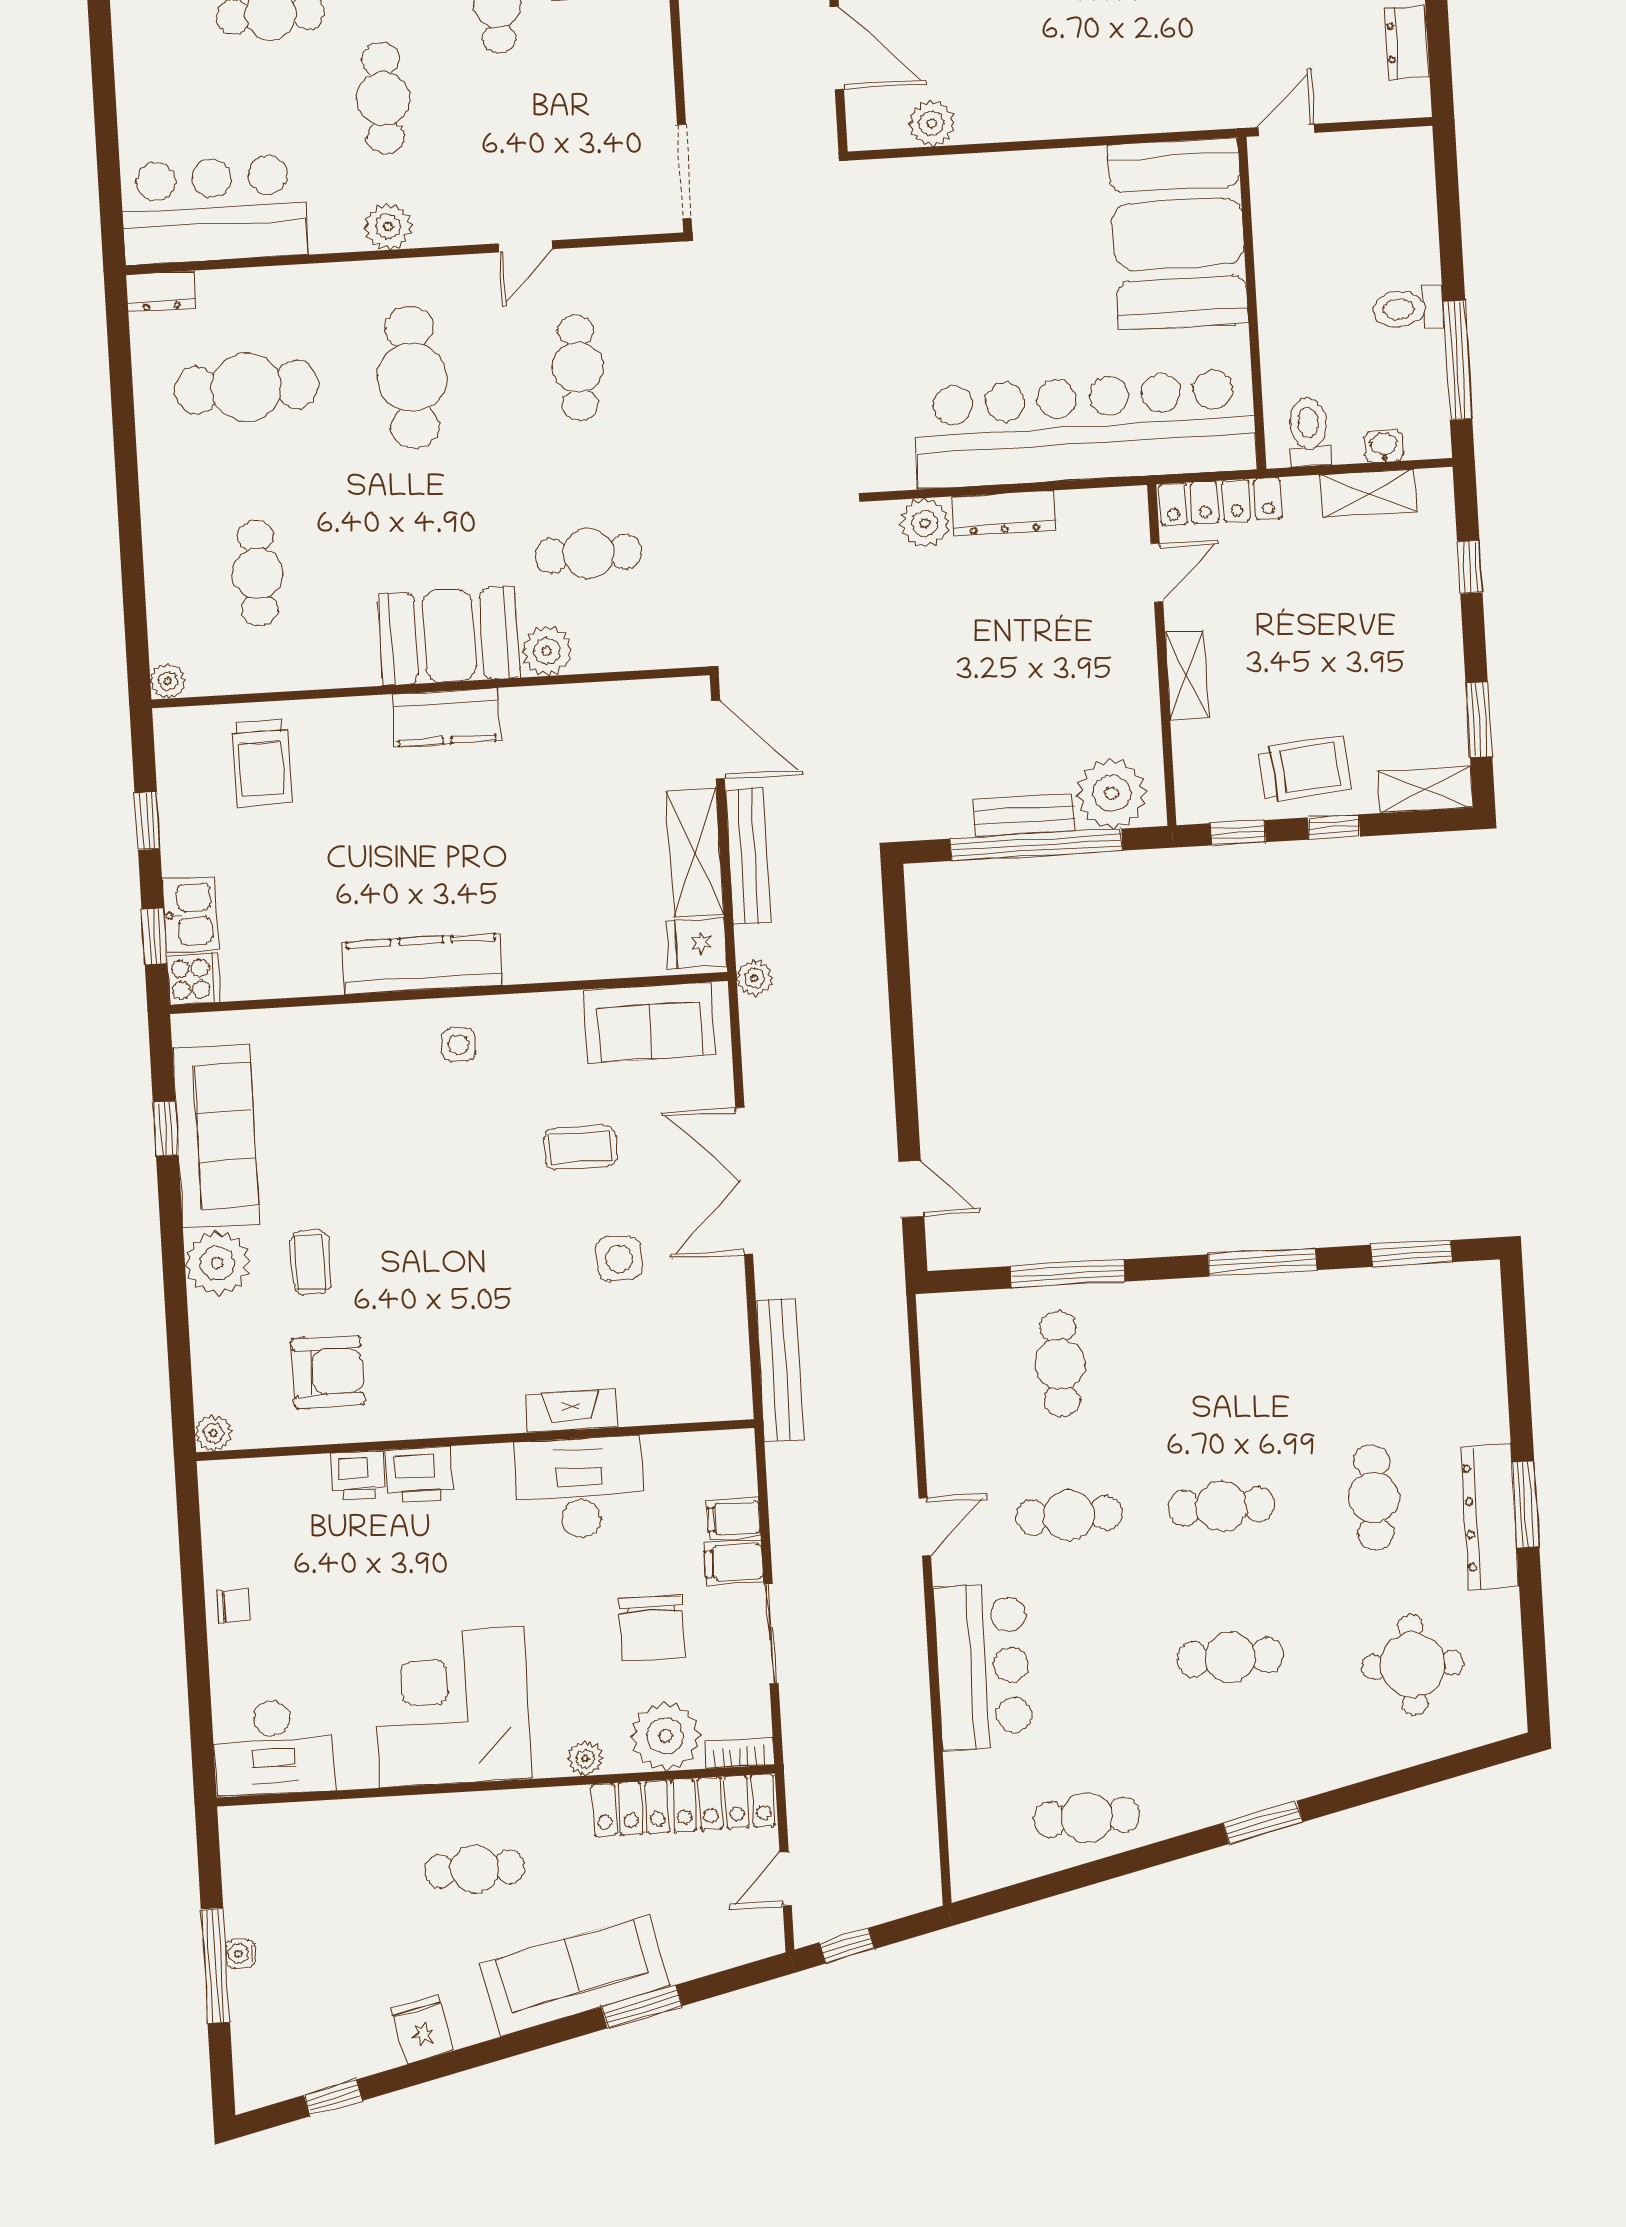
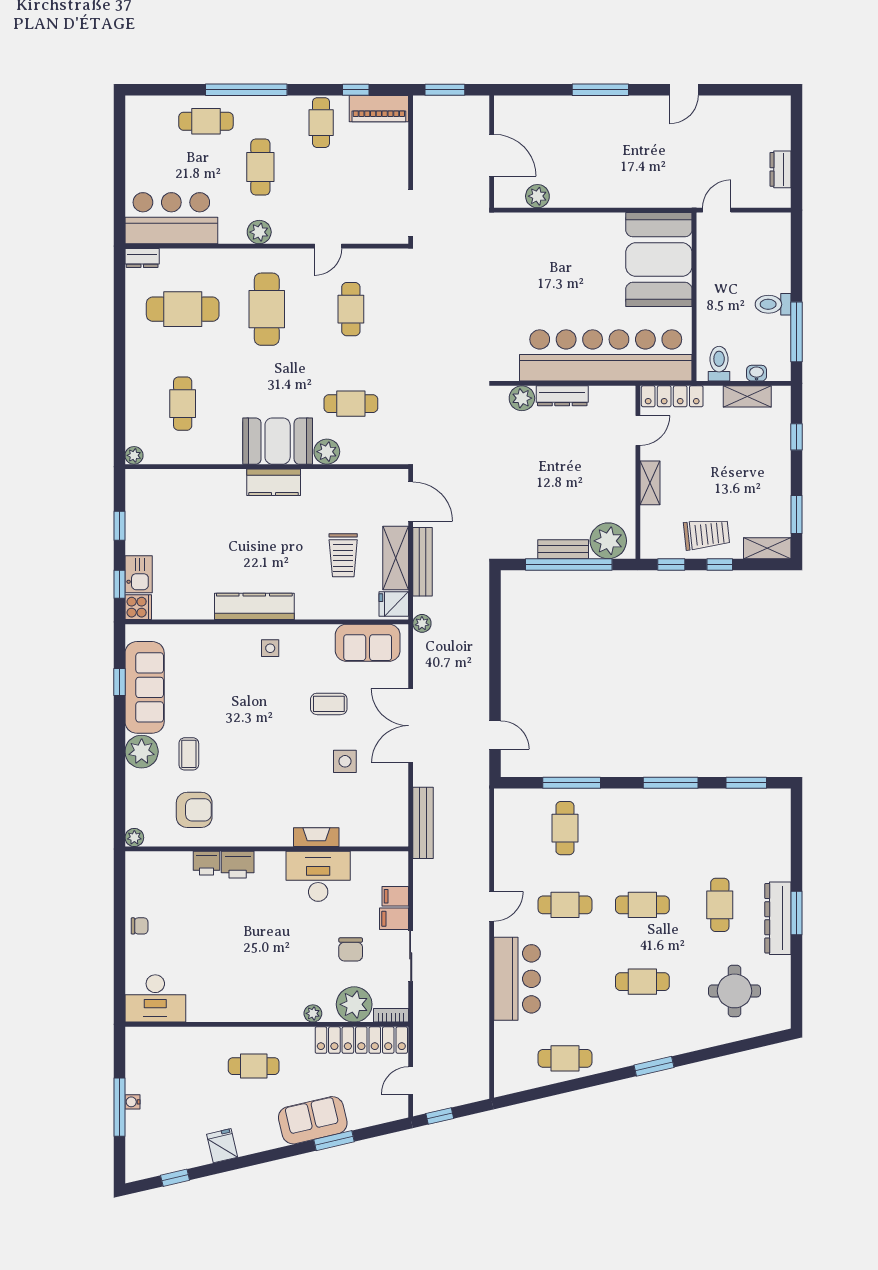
trolley: (261, 763) -> (343, 555), moved
chair: (652, 1628) -> (351, 949), width x0.73, depth x0.73
corner desk: (452, 1707) -> (247, 983), removed
sofa: (575, 1975) -> (313, 1120), width x0.73

